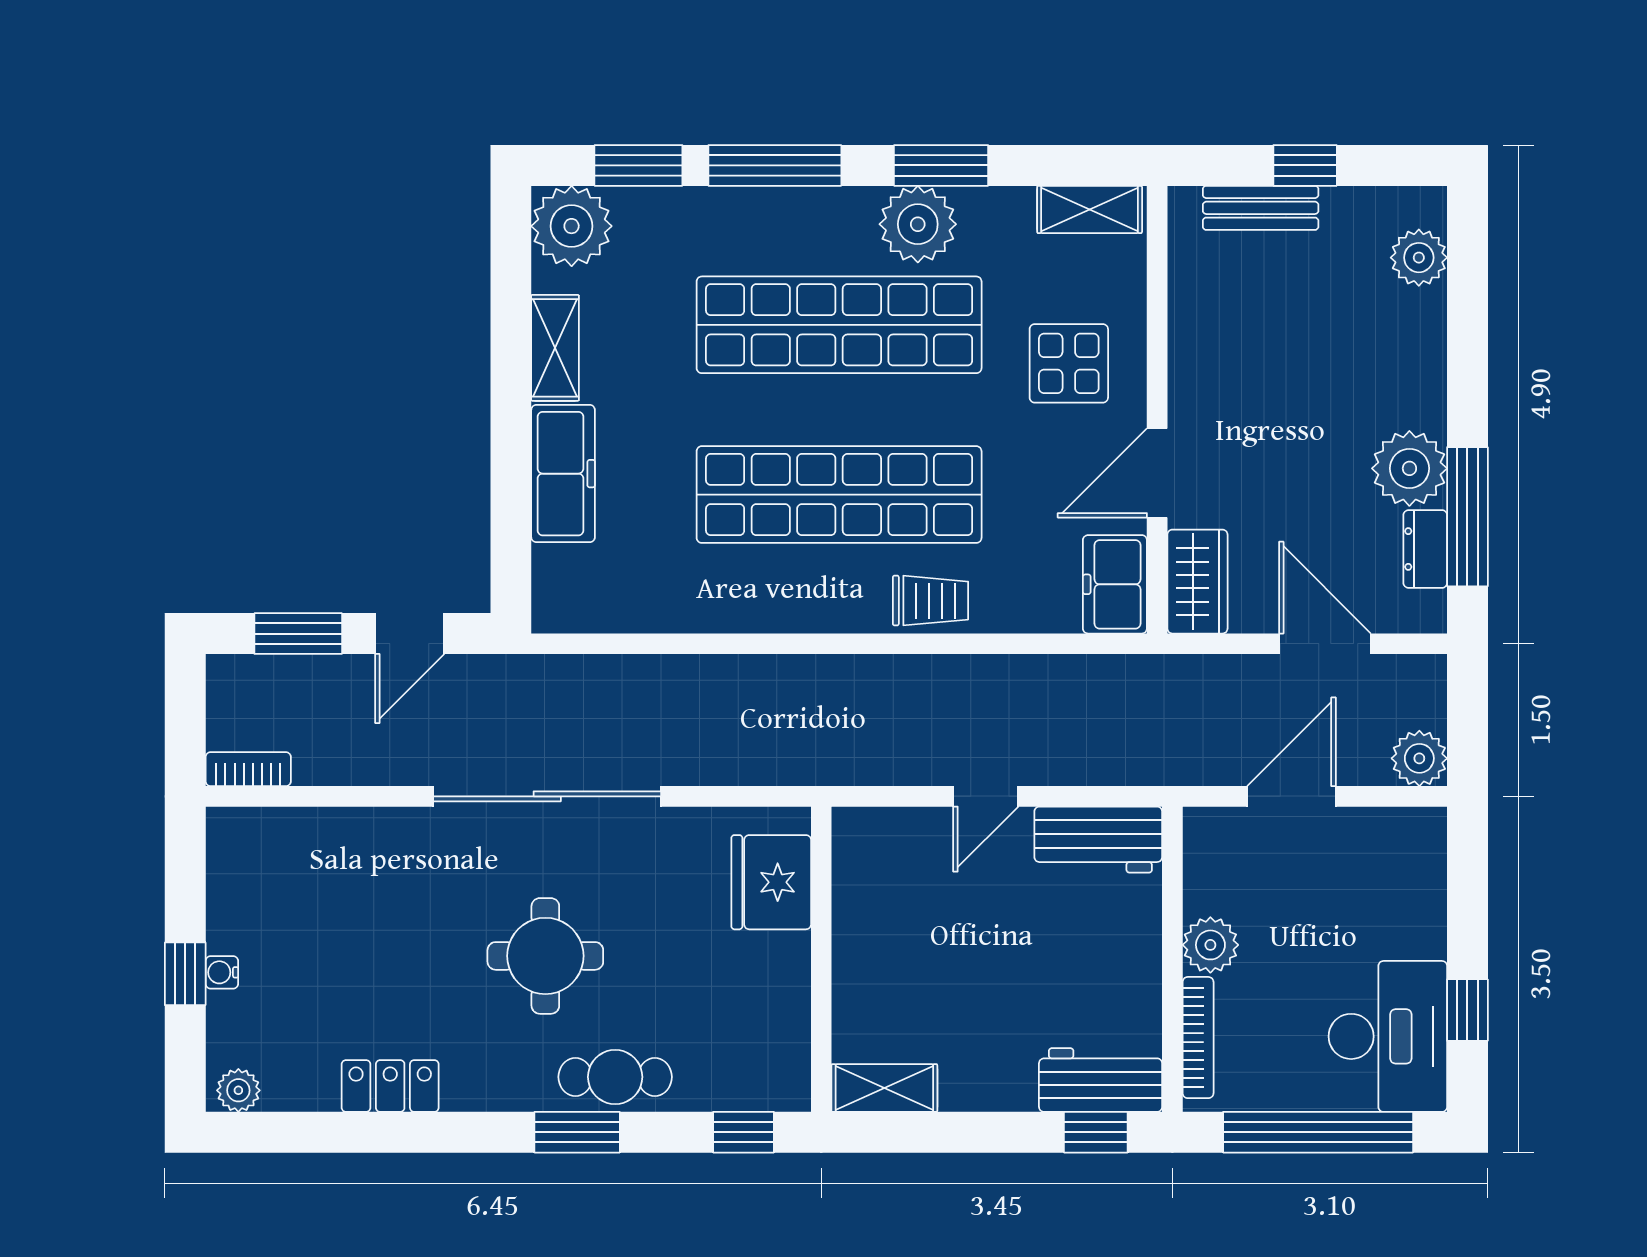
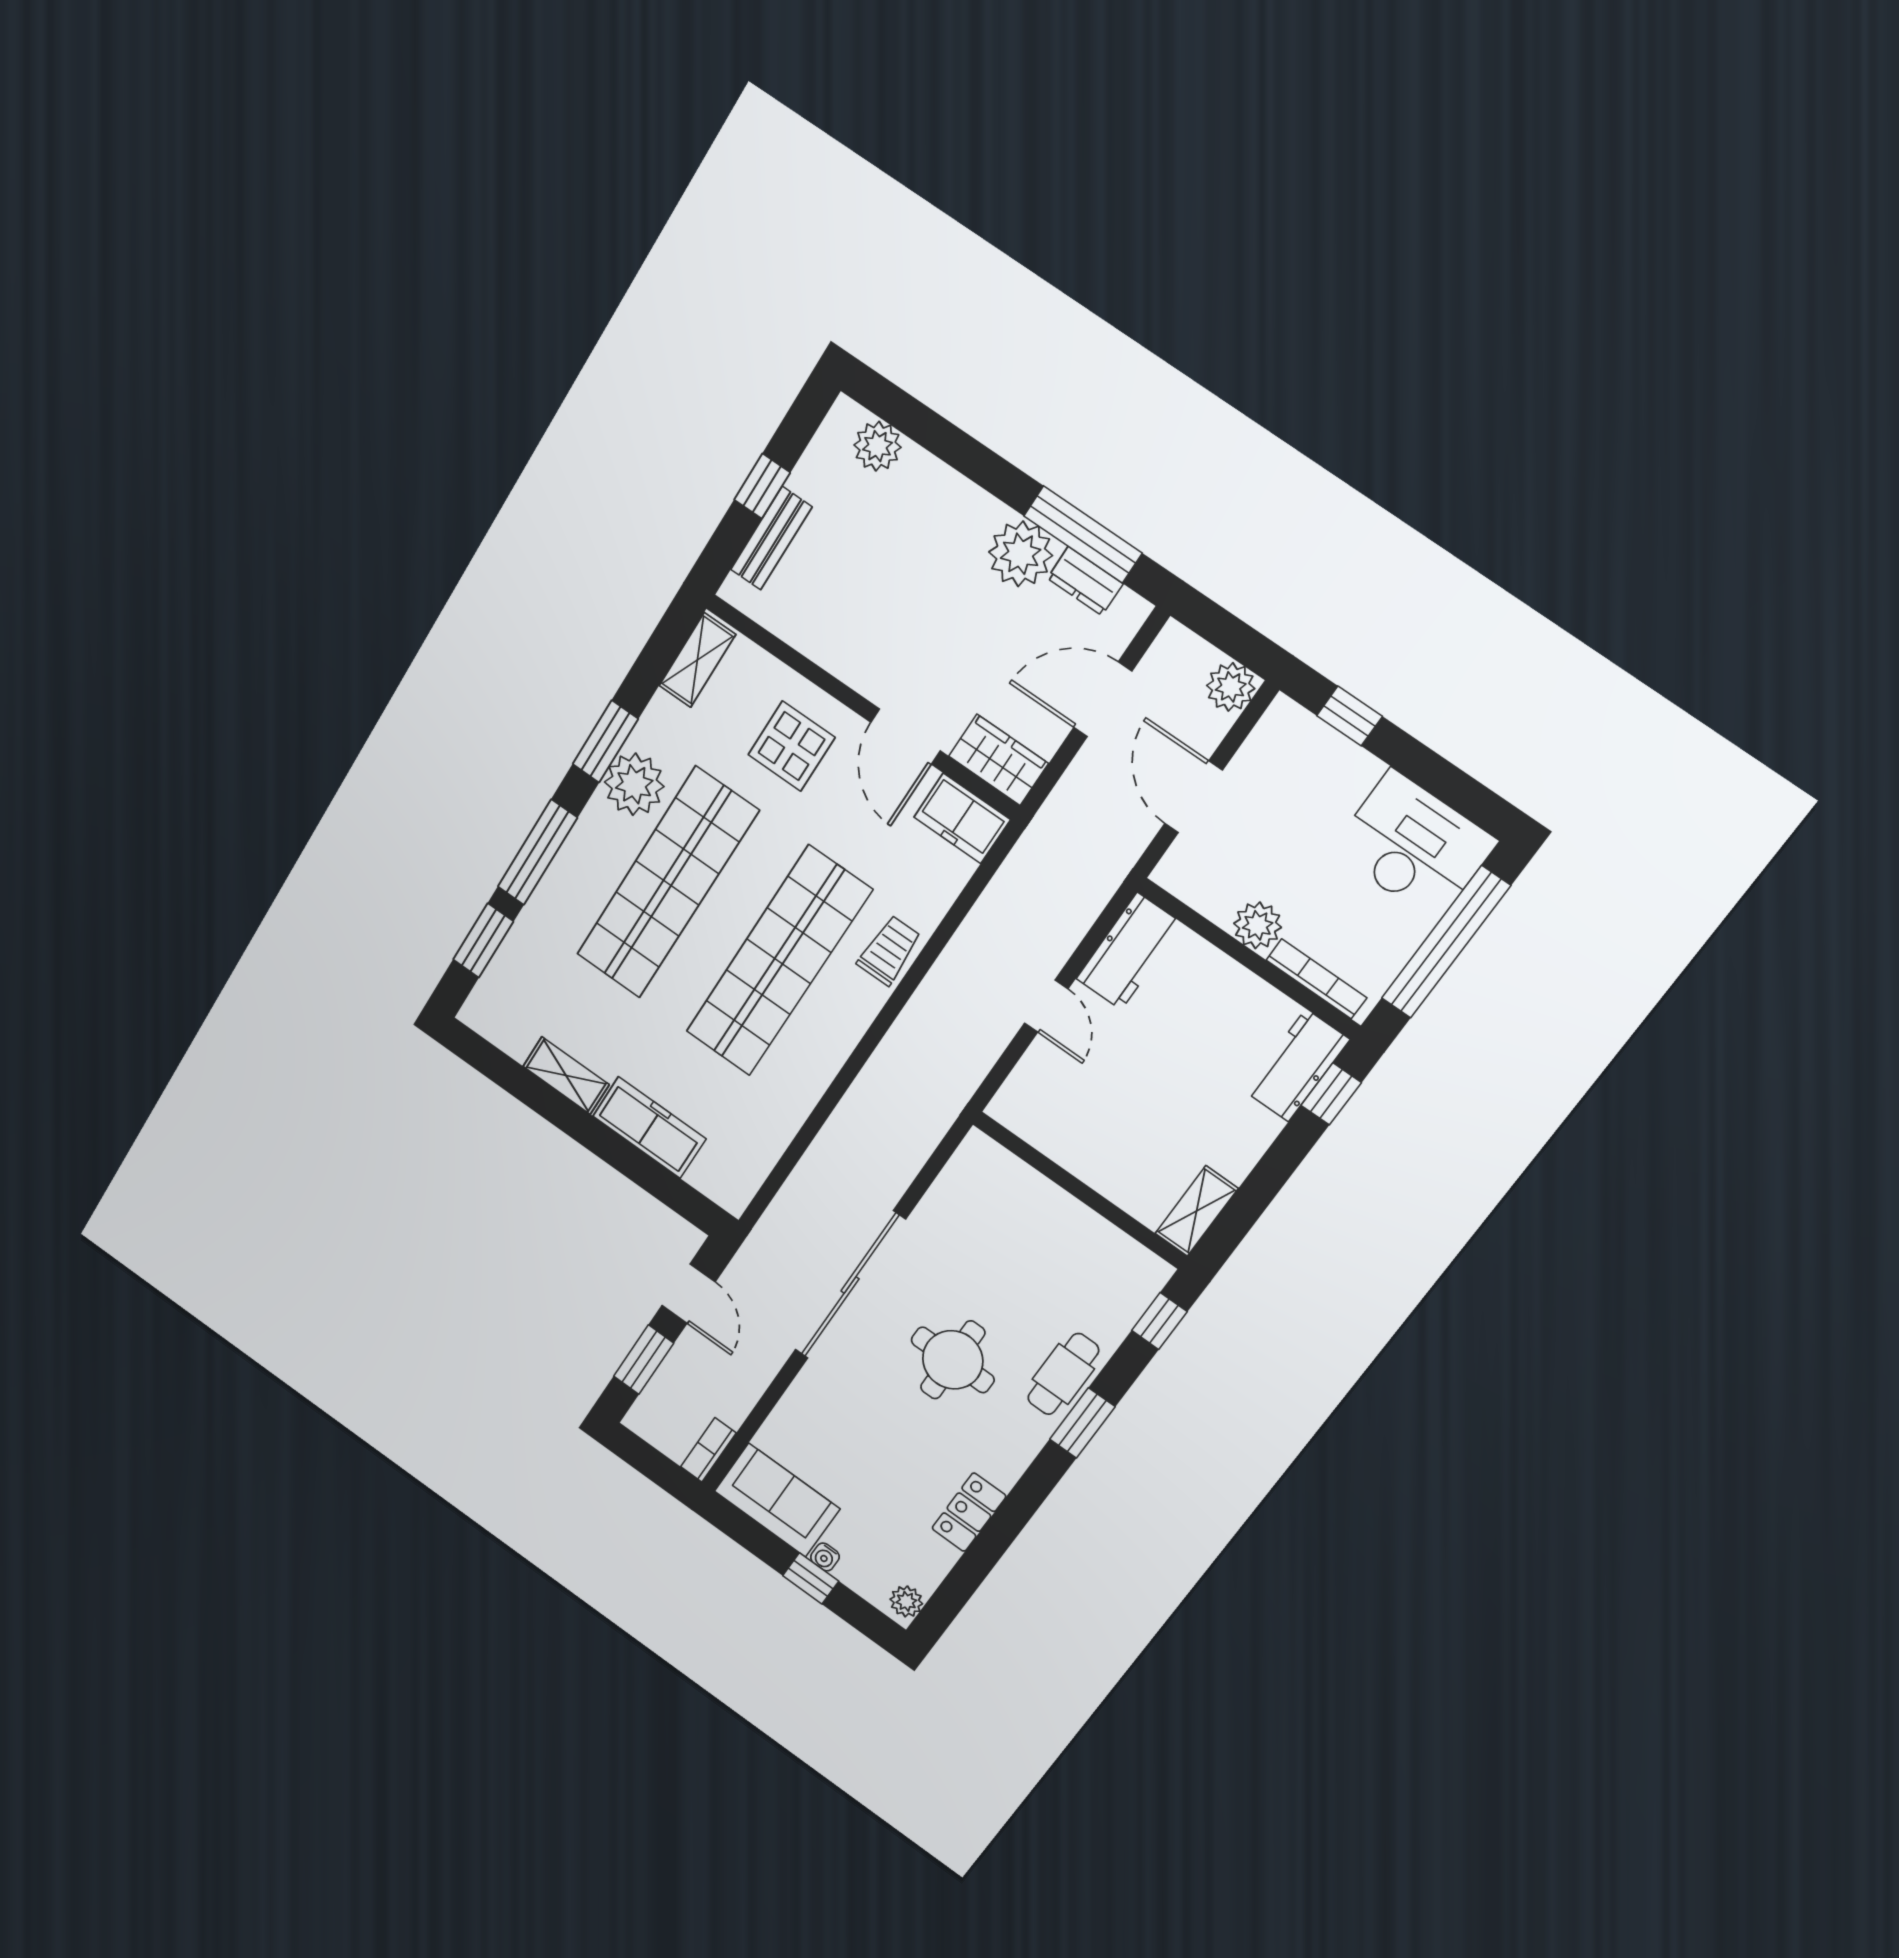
plant: (572, 226) -> (495, 1010), removed
sofa: (248, 879) -> (777, 1500), added
fridge: (771, 882) -> (1005, 1186), removed
window: (1467, 1010) -> (1349, 716), moved

